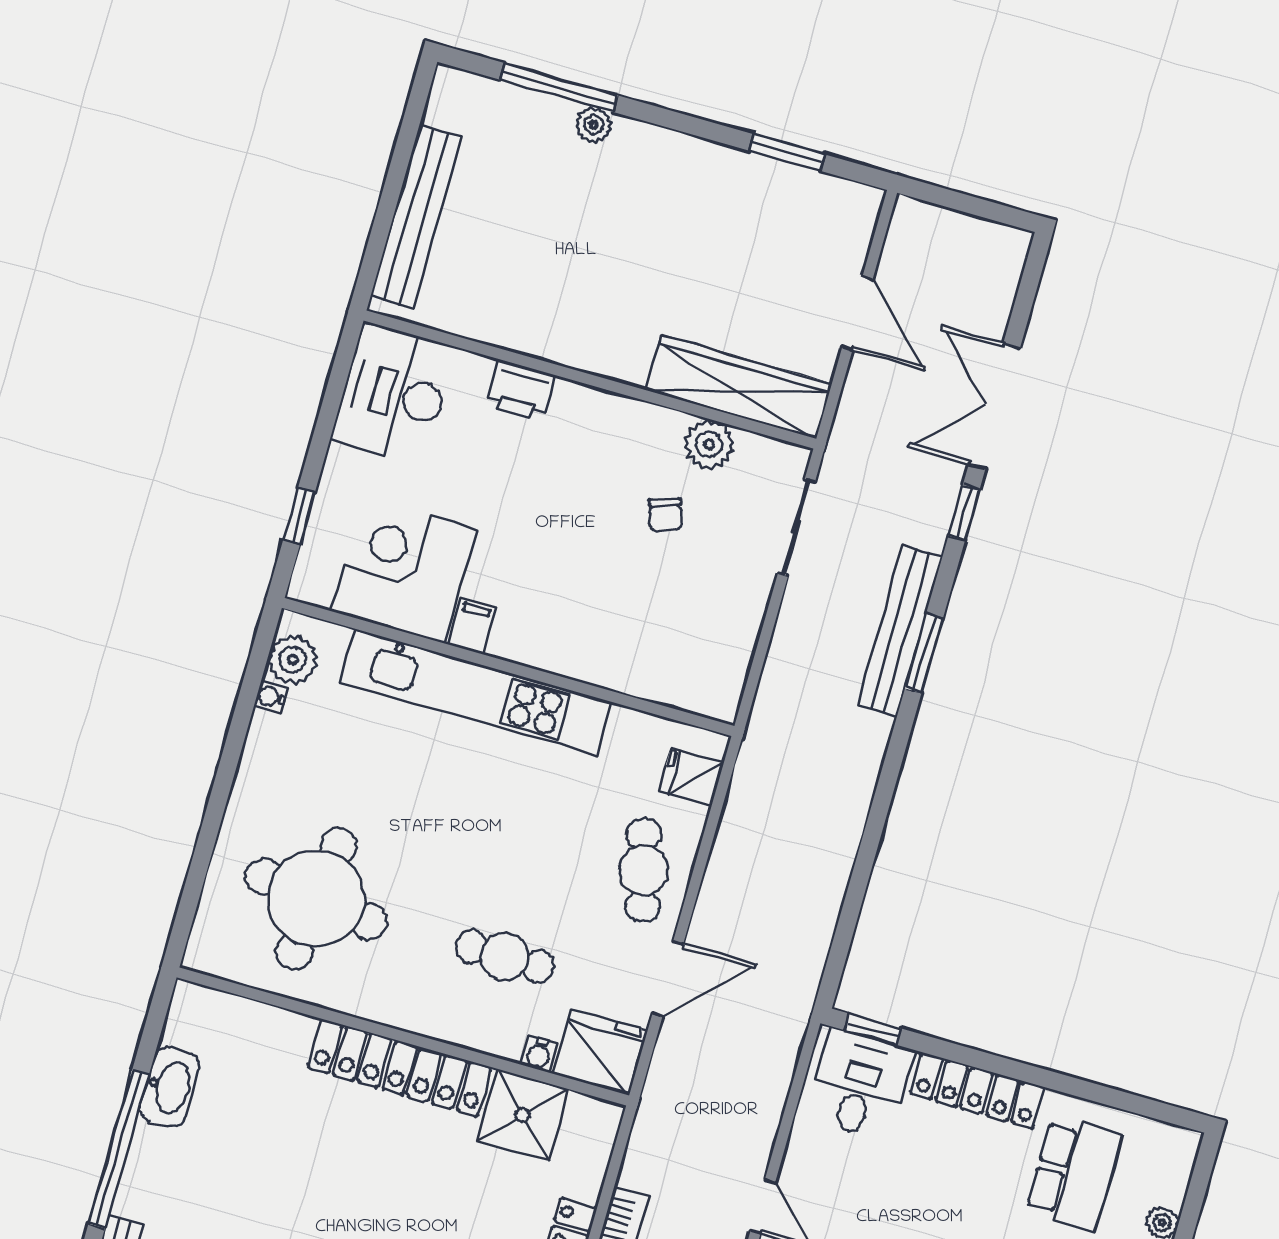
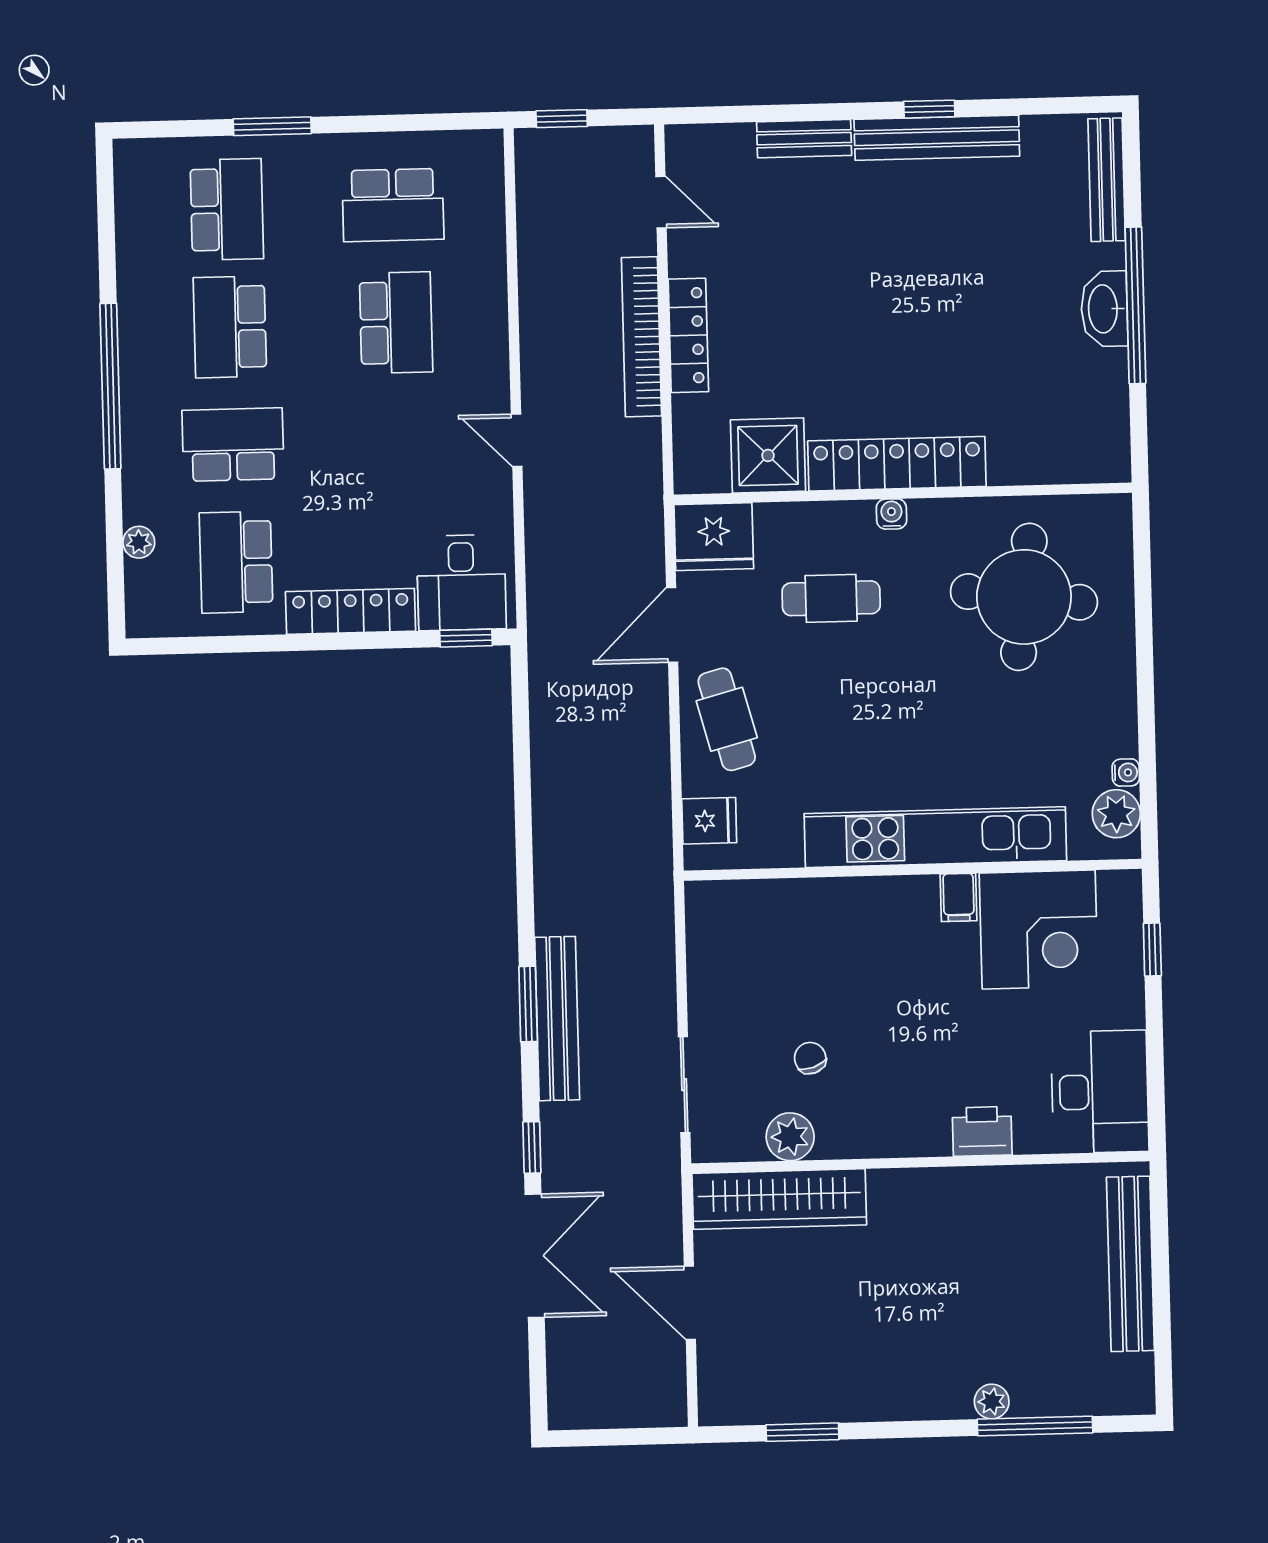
water cooler: (539, 1054) -> (891, 514), moved
washbasin: (170, 1087) -> (1104, 309), moved

